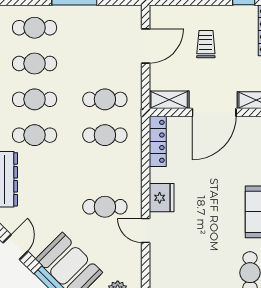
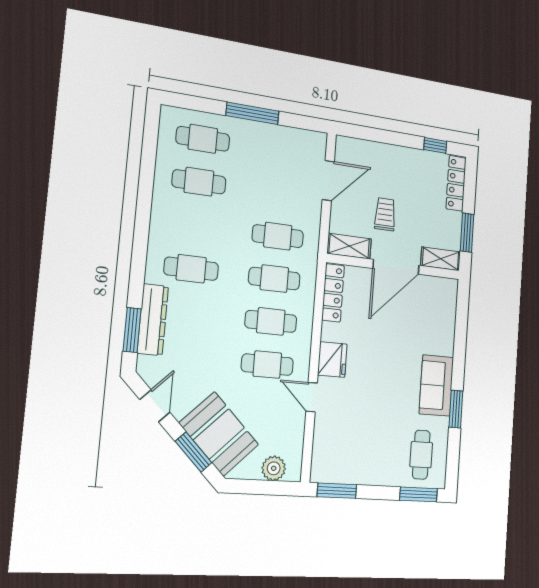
trolley: (206, 44) -> (385, 214), moved
cafe table: (35, 99) -> (271, 321), moved

